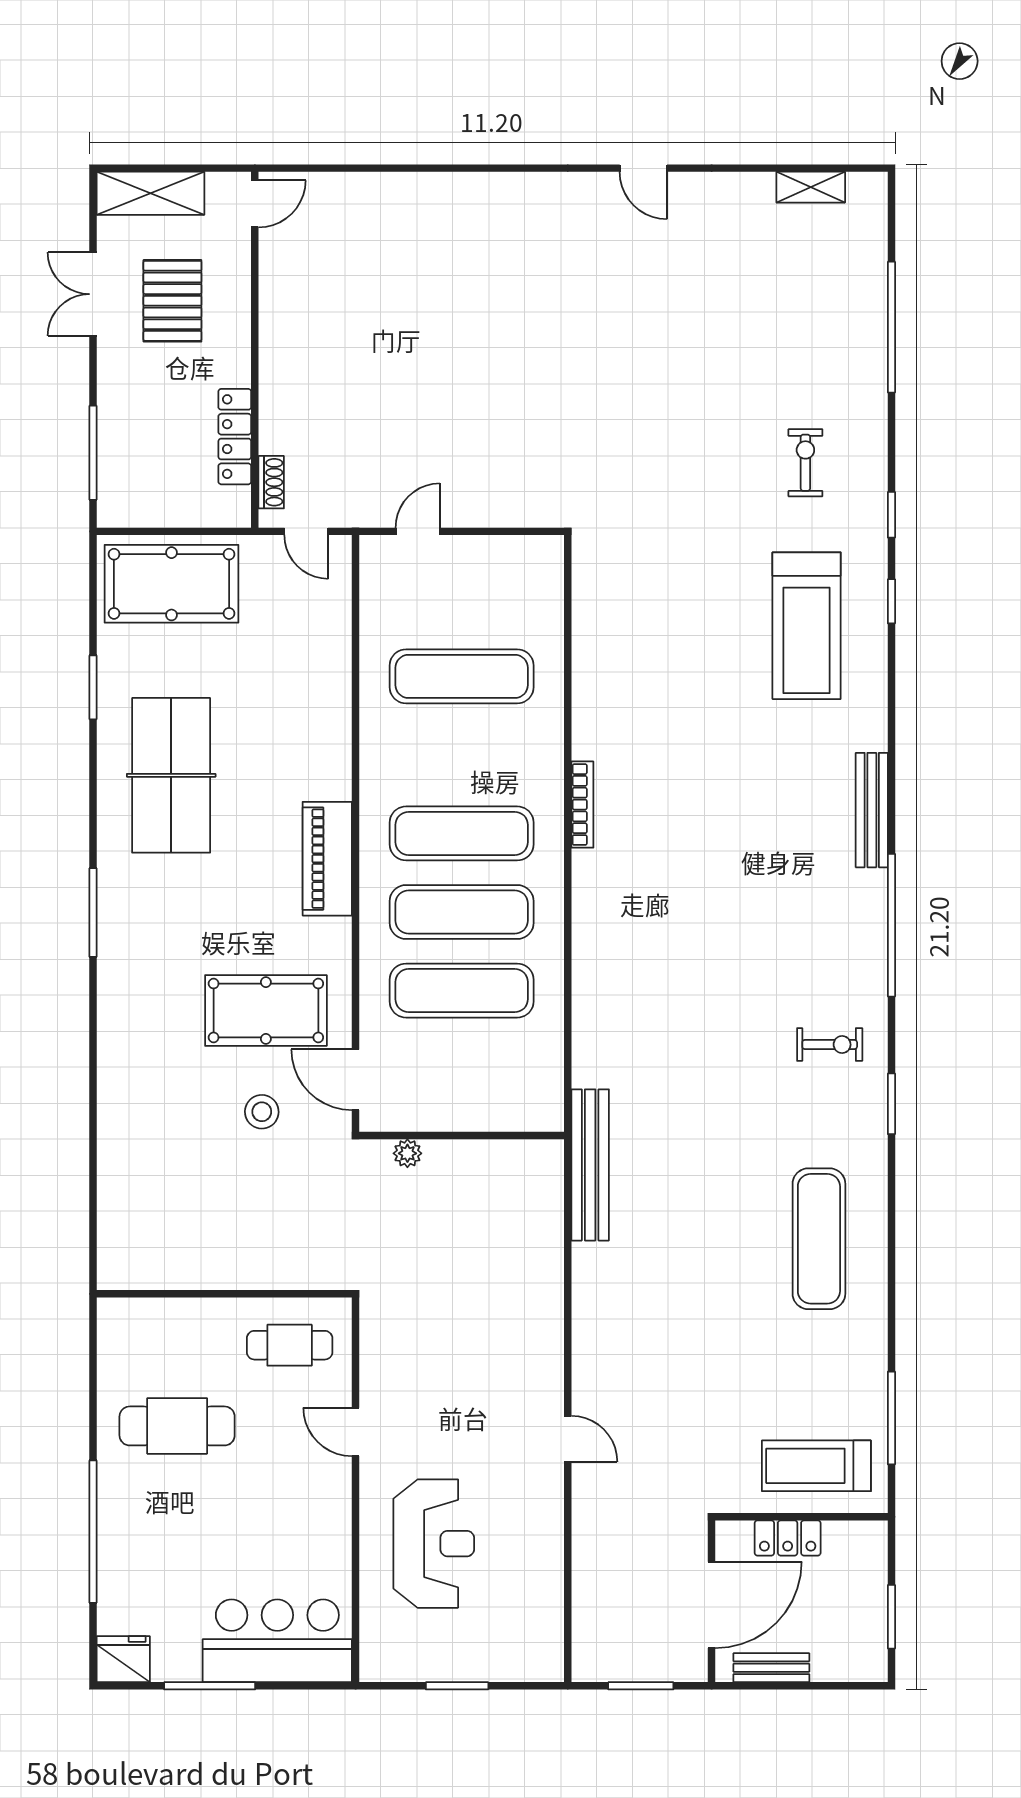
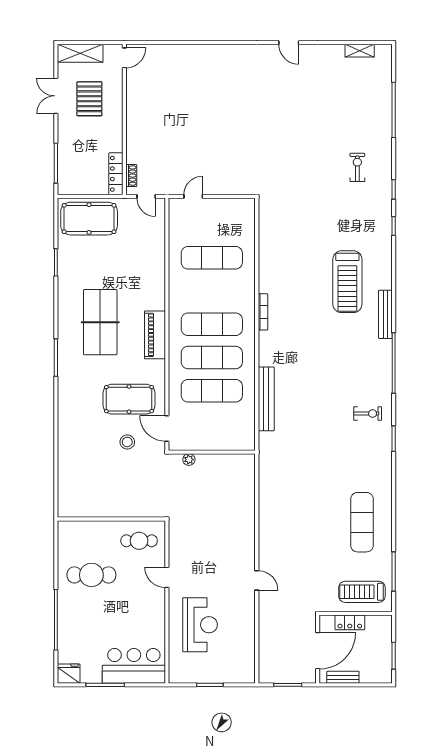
locker: (235, 437) -> (116, 174), moved
treadmill: (807, 626) -> (347, 282), moved
table tennis table: (171, 775) -> (100, 322), moved
bench: (590, 1165) -> (266, 399), moved
exercise mat: (819, 1239) -> (362, 522), moved

